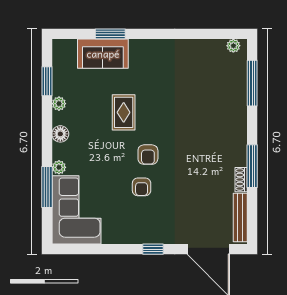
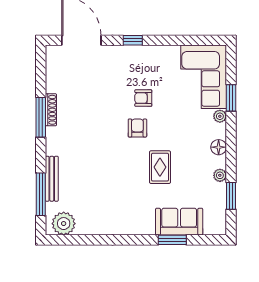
plant: (233, 46) -> (64, 224), width x1.87, depth x1.87
shoe rack: (241, 180) -> (51, 110), width x1.43
window: (47, 187) -> (231, 98), width x0.69
armchair: (142, 187) -> (143, 98), turned -90
bench: (240, 217) -> (52, 179), moved

